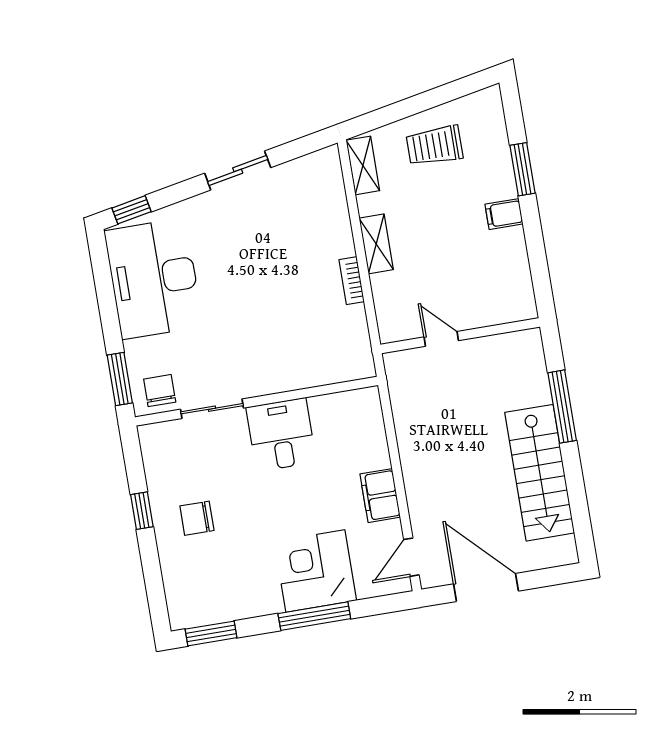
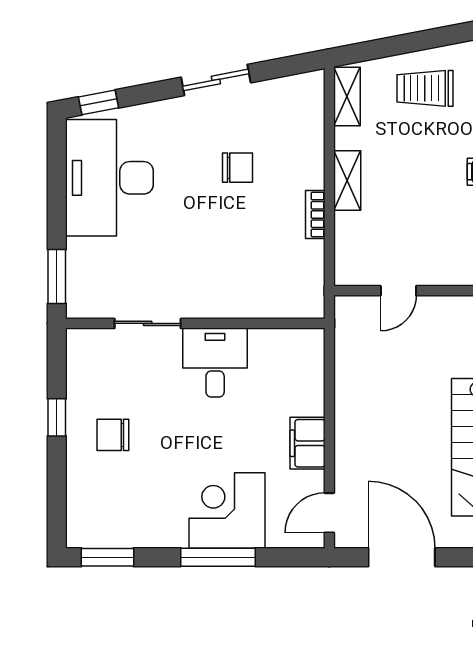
door: (441, 339) -> (398, 291), swing flipped
chair: (160, 391) -> (237, 168), moved, turned 90

